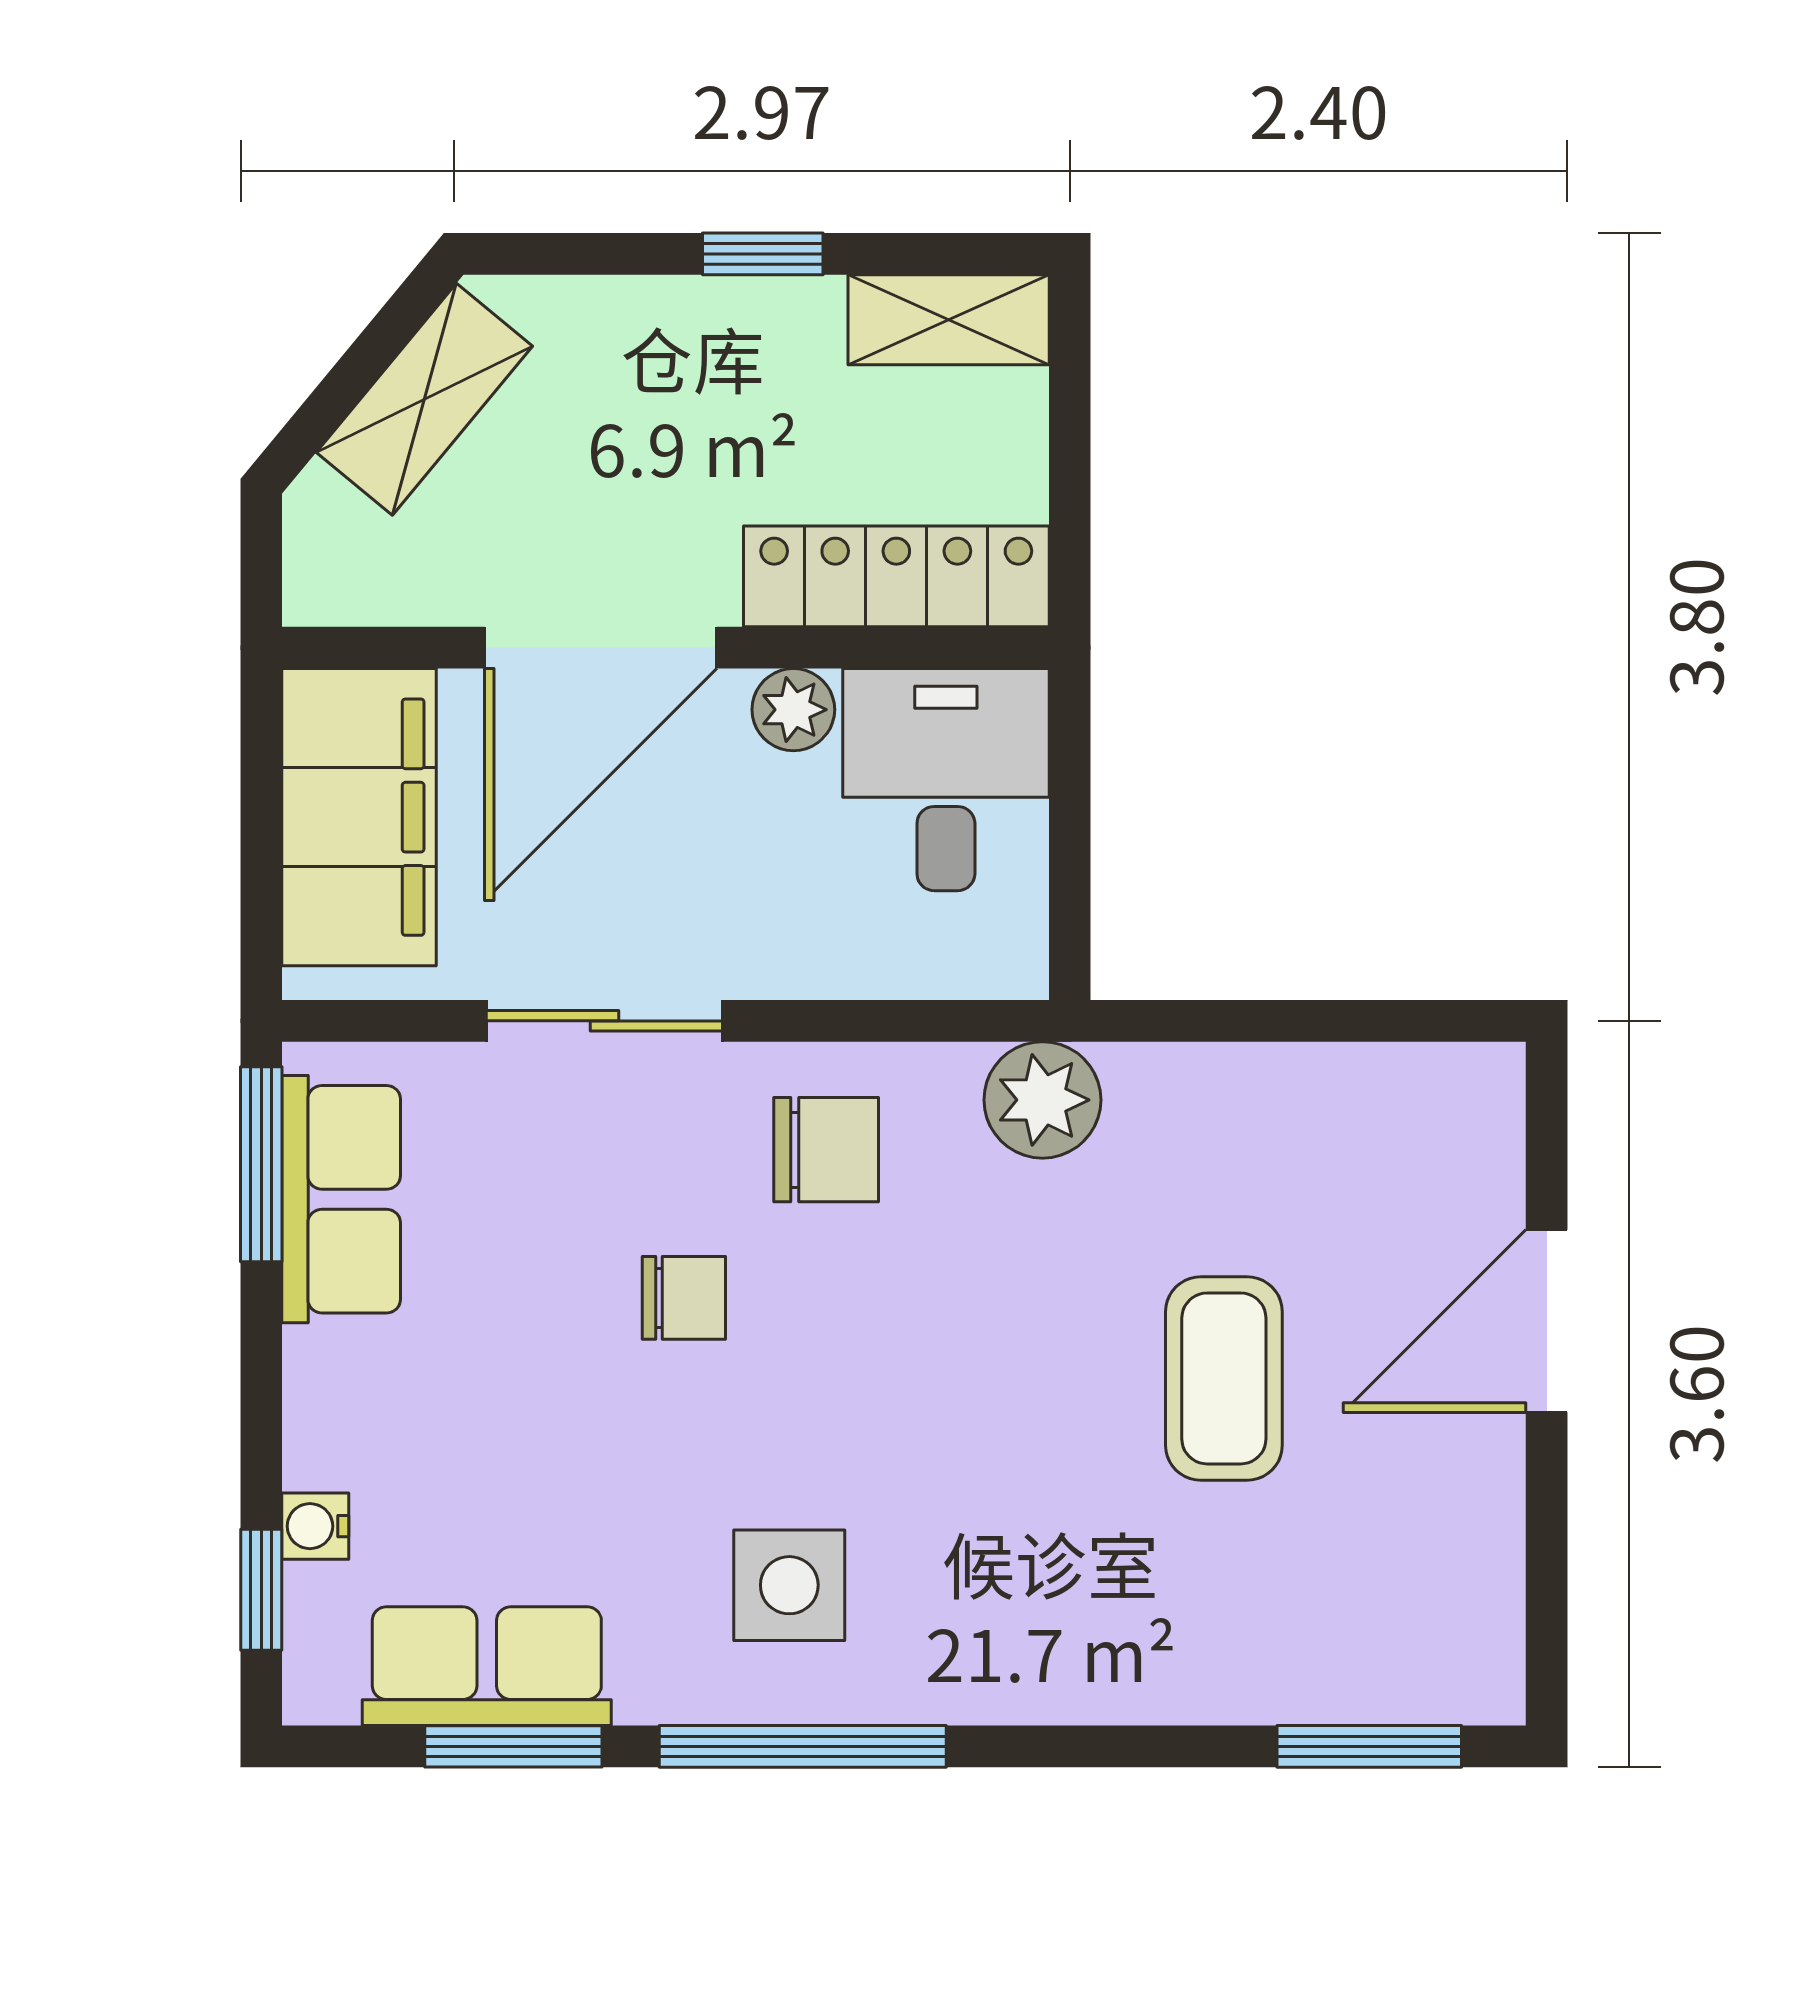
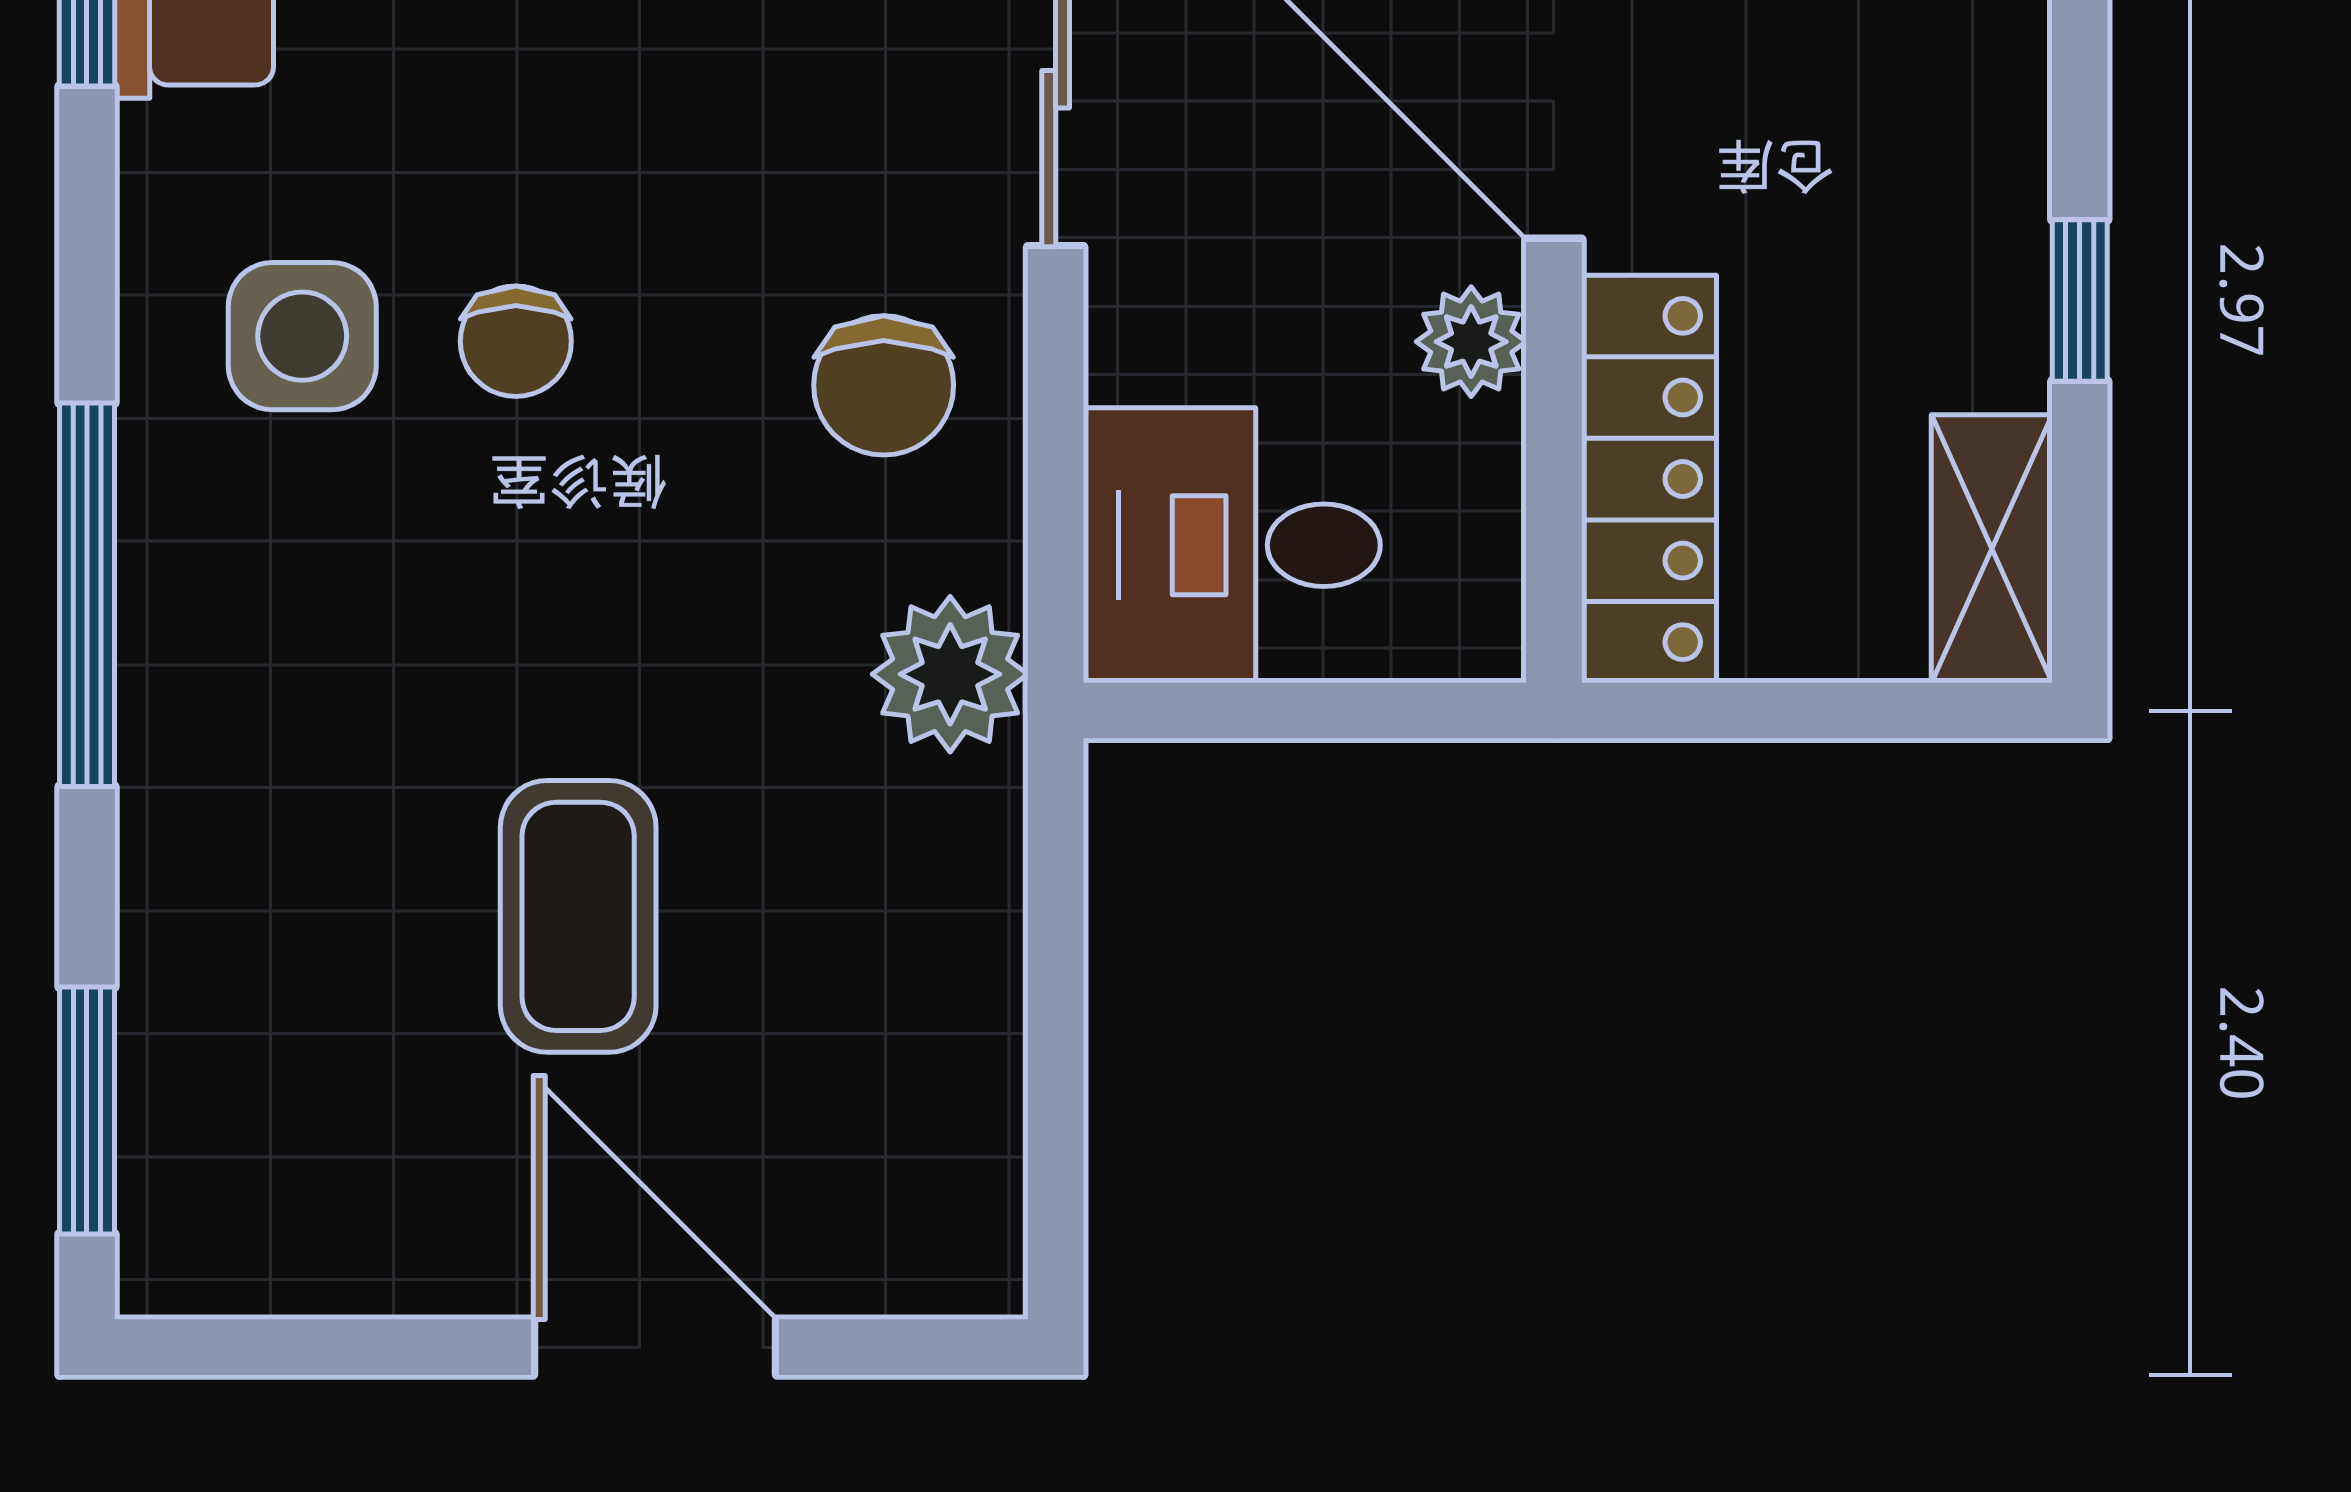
desk: (946, 780) -> (1232, 545), moved, turned 180
chair: (684, 1298) -> (516, 341), moved
coffee table: (1224, 1378) -> (578, 916), turned 90
window: (803, 1746) -> (87, 595), moved

